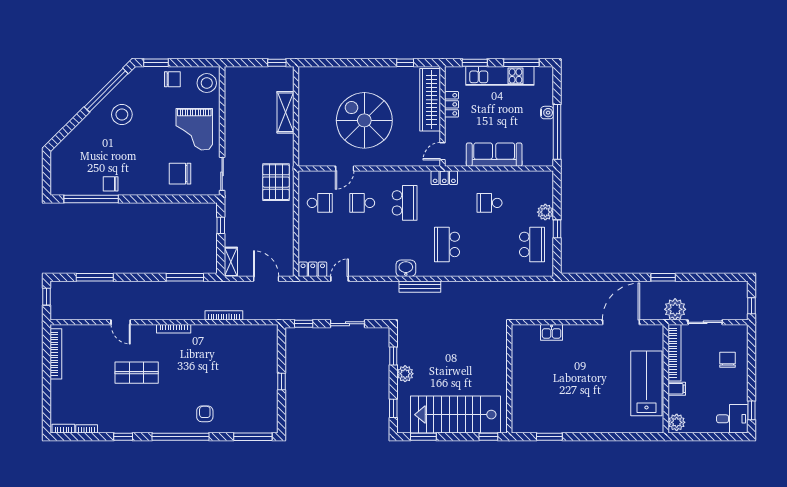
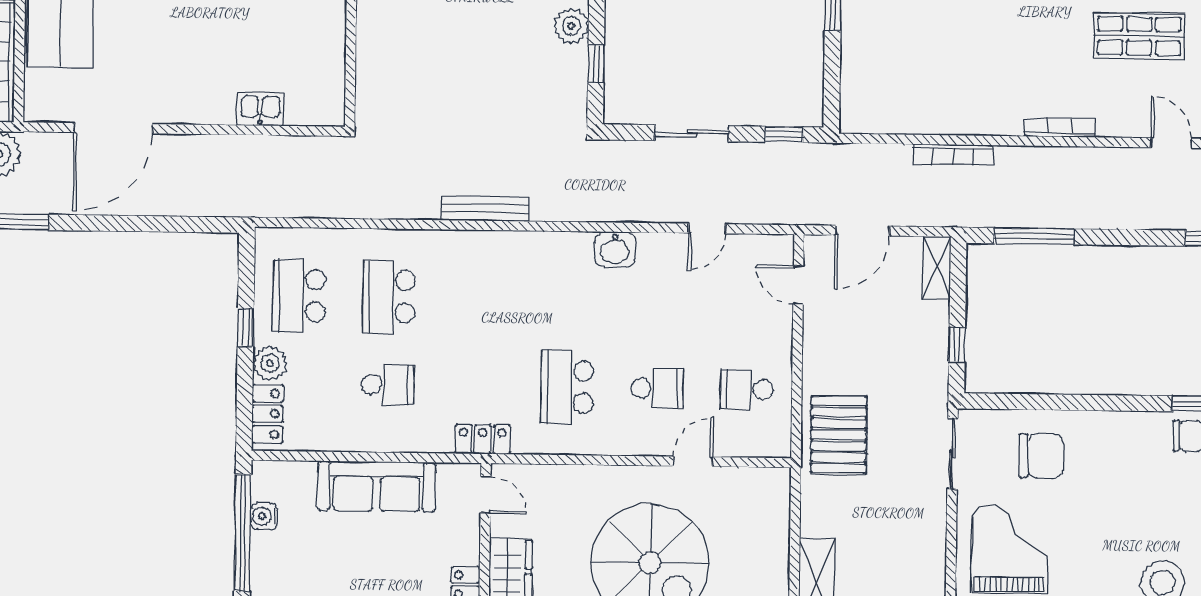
water cooler: (547, 113) -> (264, 516), moved
door: (443, 151) -> (486, 495), hinge flipped
school desk: (447, 244) -> (389, 297), moved, turned 180
door: (296, 253) -> (798, 285), added
washbasin: (406, 268) -> (615, 249), moved
locker: (313, 269) -> (268, 414), moved, turned -90
door: (266, 279) -> (862, 231), hinge flipped
bench: (420, 287) -> (485, 209), moved

